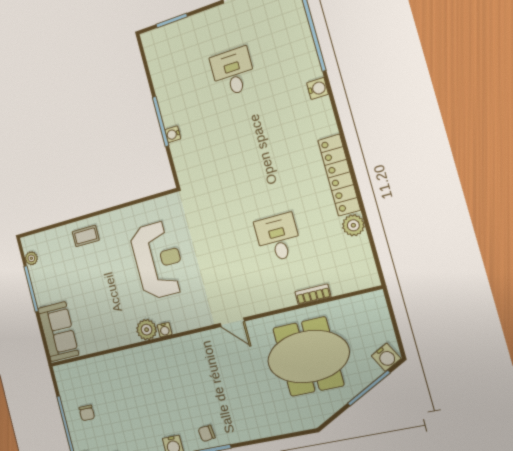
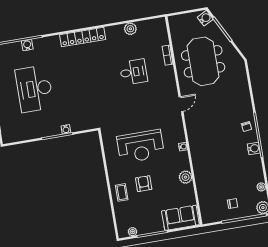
desk: (233, 72) -> (34, 89), width x1.87, depth x1.30
water cooler: (317, 88) -> (27, 45), moved
locker: (339, 175) -> (83, 37), moved
desk: (278, 238) -> (133, 72), turned 180
reception desk: (158, 260) -> (140, 146), turned 180
armchair: (102, 270) -> (144, 184), added
plant: (147, 330) -> (186, 177), moved

